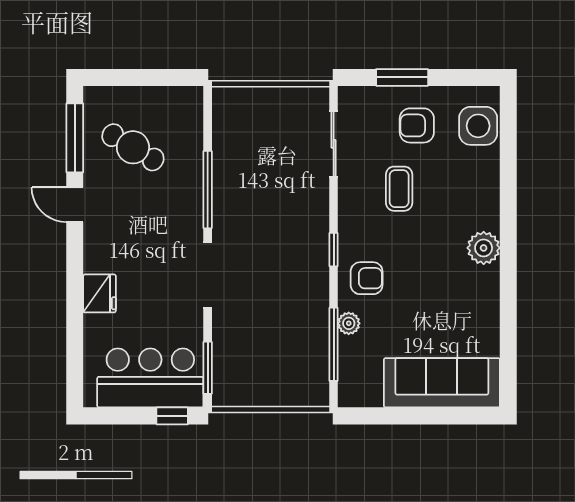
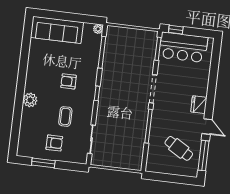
window: (402, 77) -> (43, 163), moved
side table: (478, 126) -> (28, 140), removed
plant: (484, 248) -> (30, 100), moved
armchair: (367, 278) -> (69, 81), moved
fridge: (100, 293) -> (199, 105), moved
plant: (349, 323) -> (98, 29), moved

